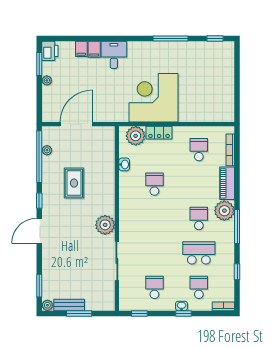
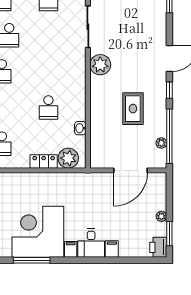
filing cabinet: (81, 49) -> (71, 249), moved
corner desk: (154, 98) -> (38, 232), moved, turned 180

